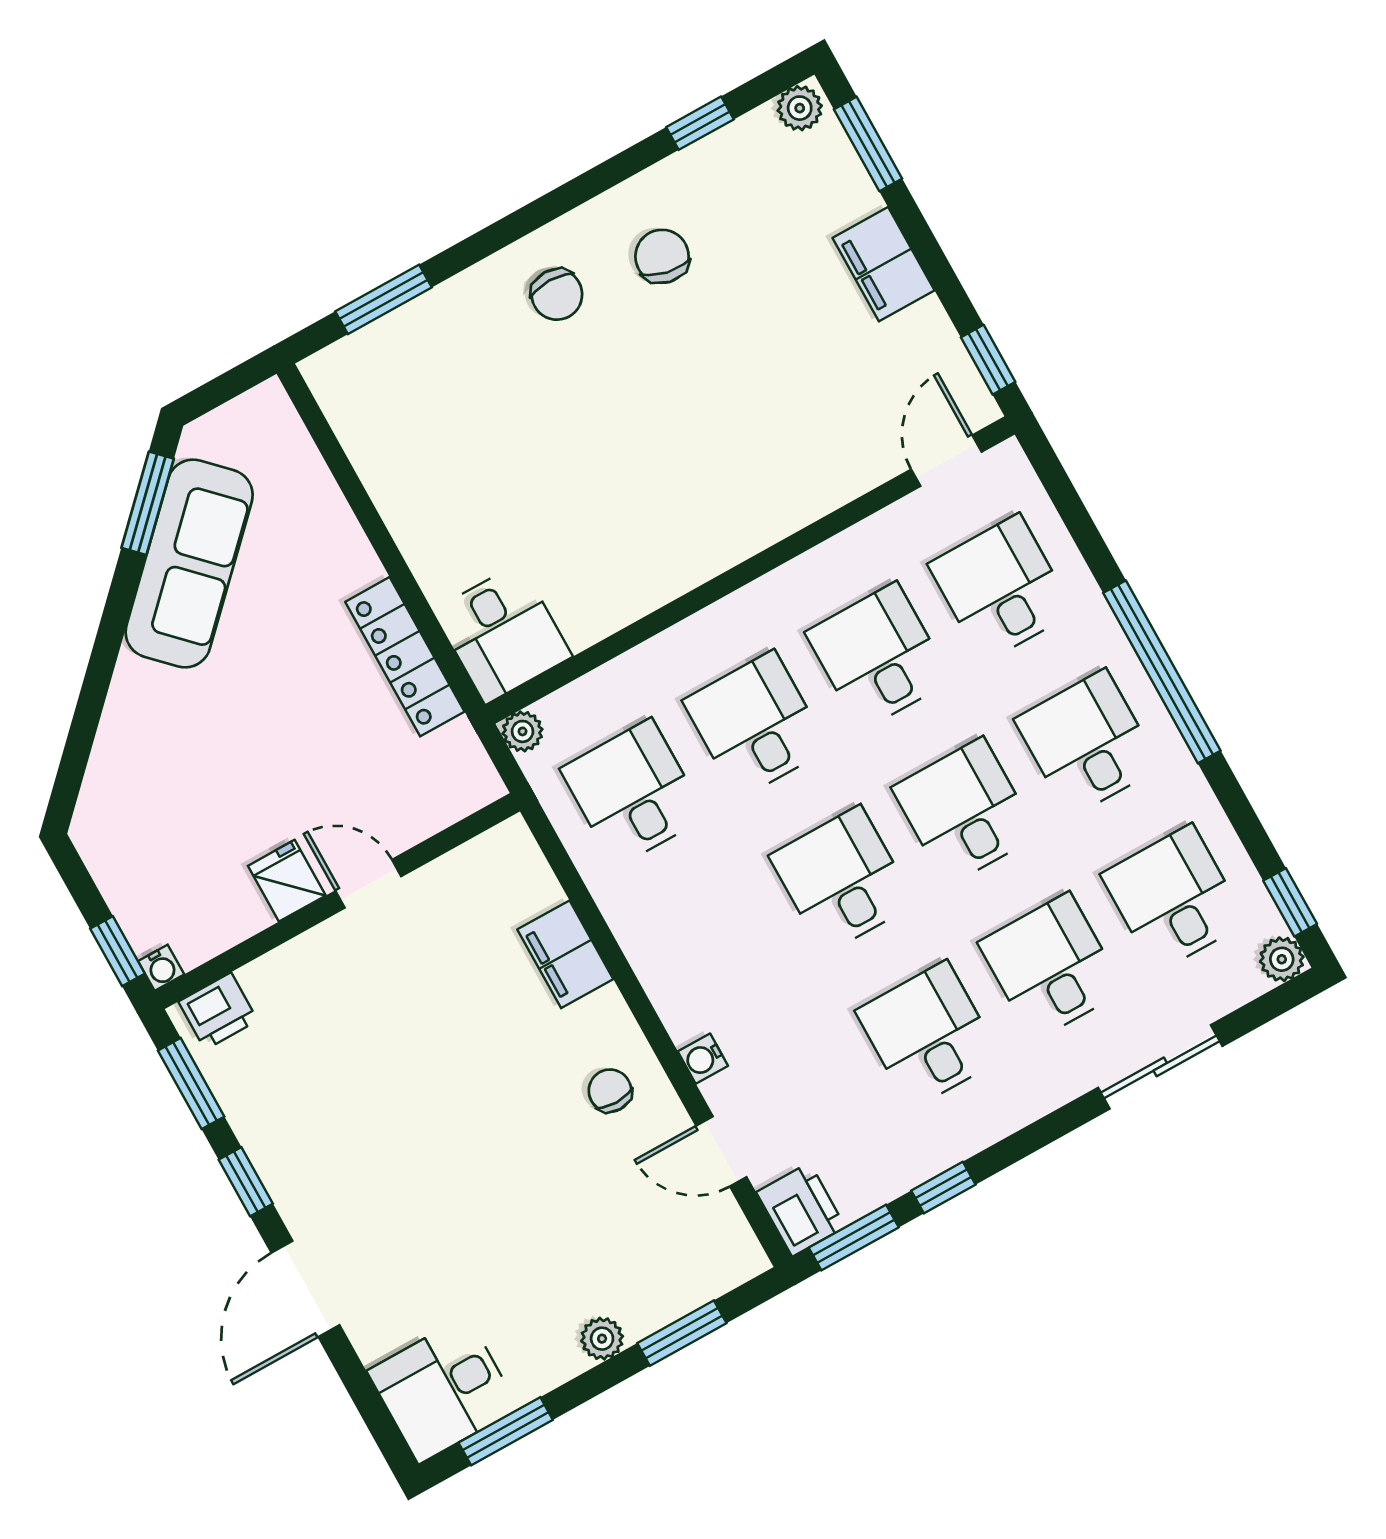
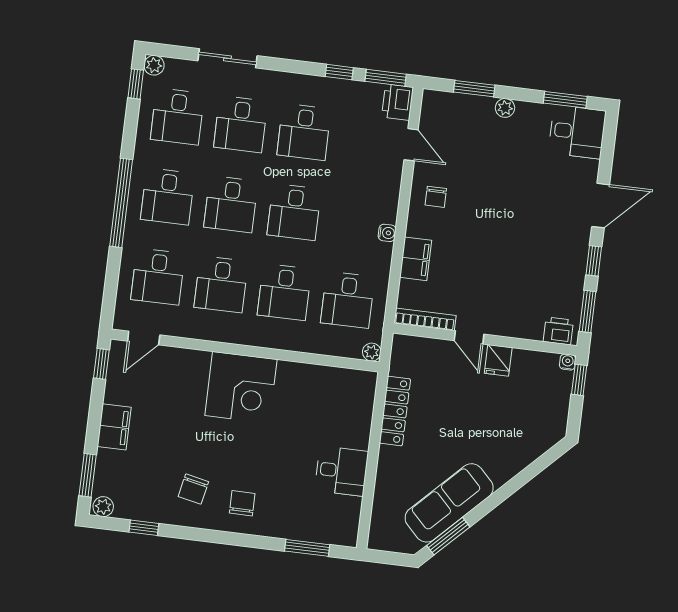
corner desk: (709, 499) -> (241, 387), added
desk: (503, 634) -> (341, 471), moved, turned 90
bookcase: (470, 859) -> (425, 319), added
water cooler: (703, 1059) -> (387, 233), moved

